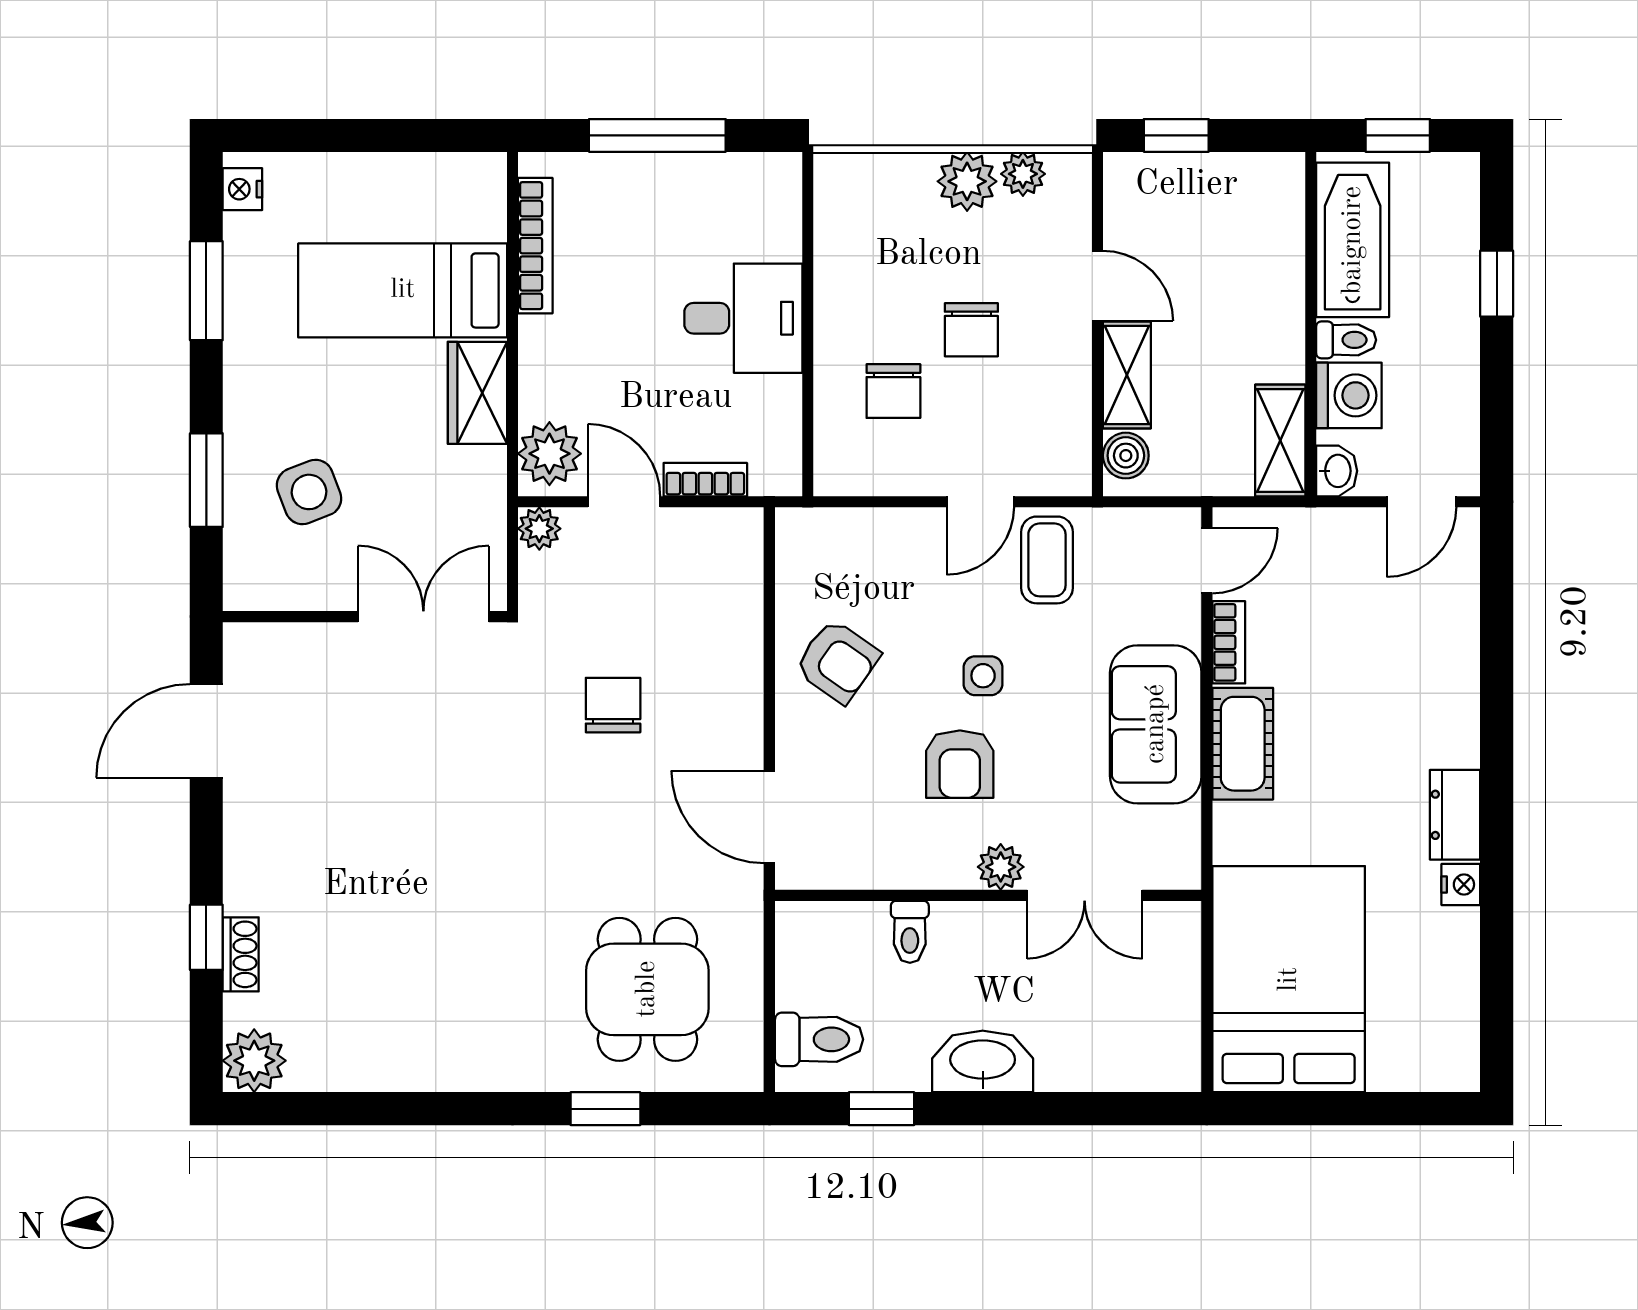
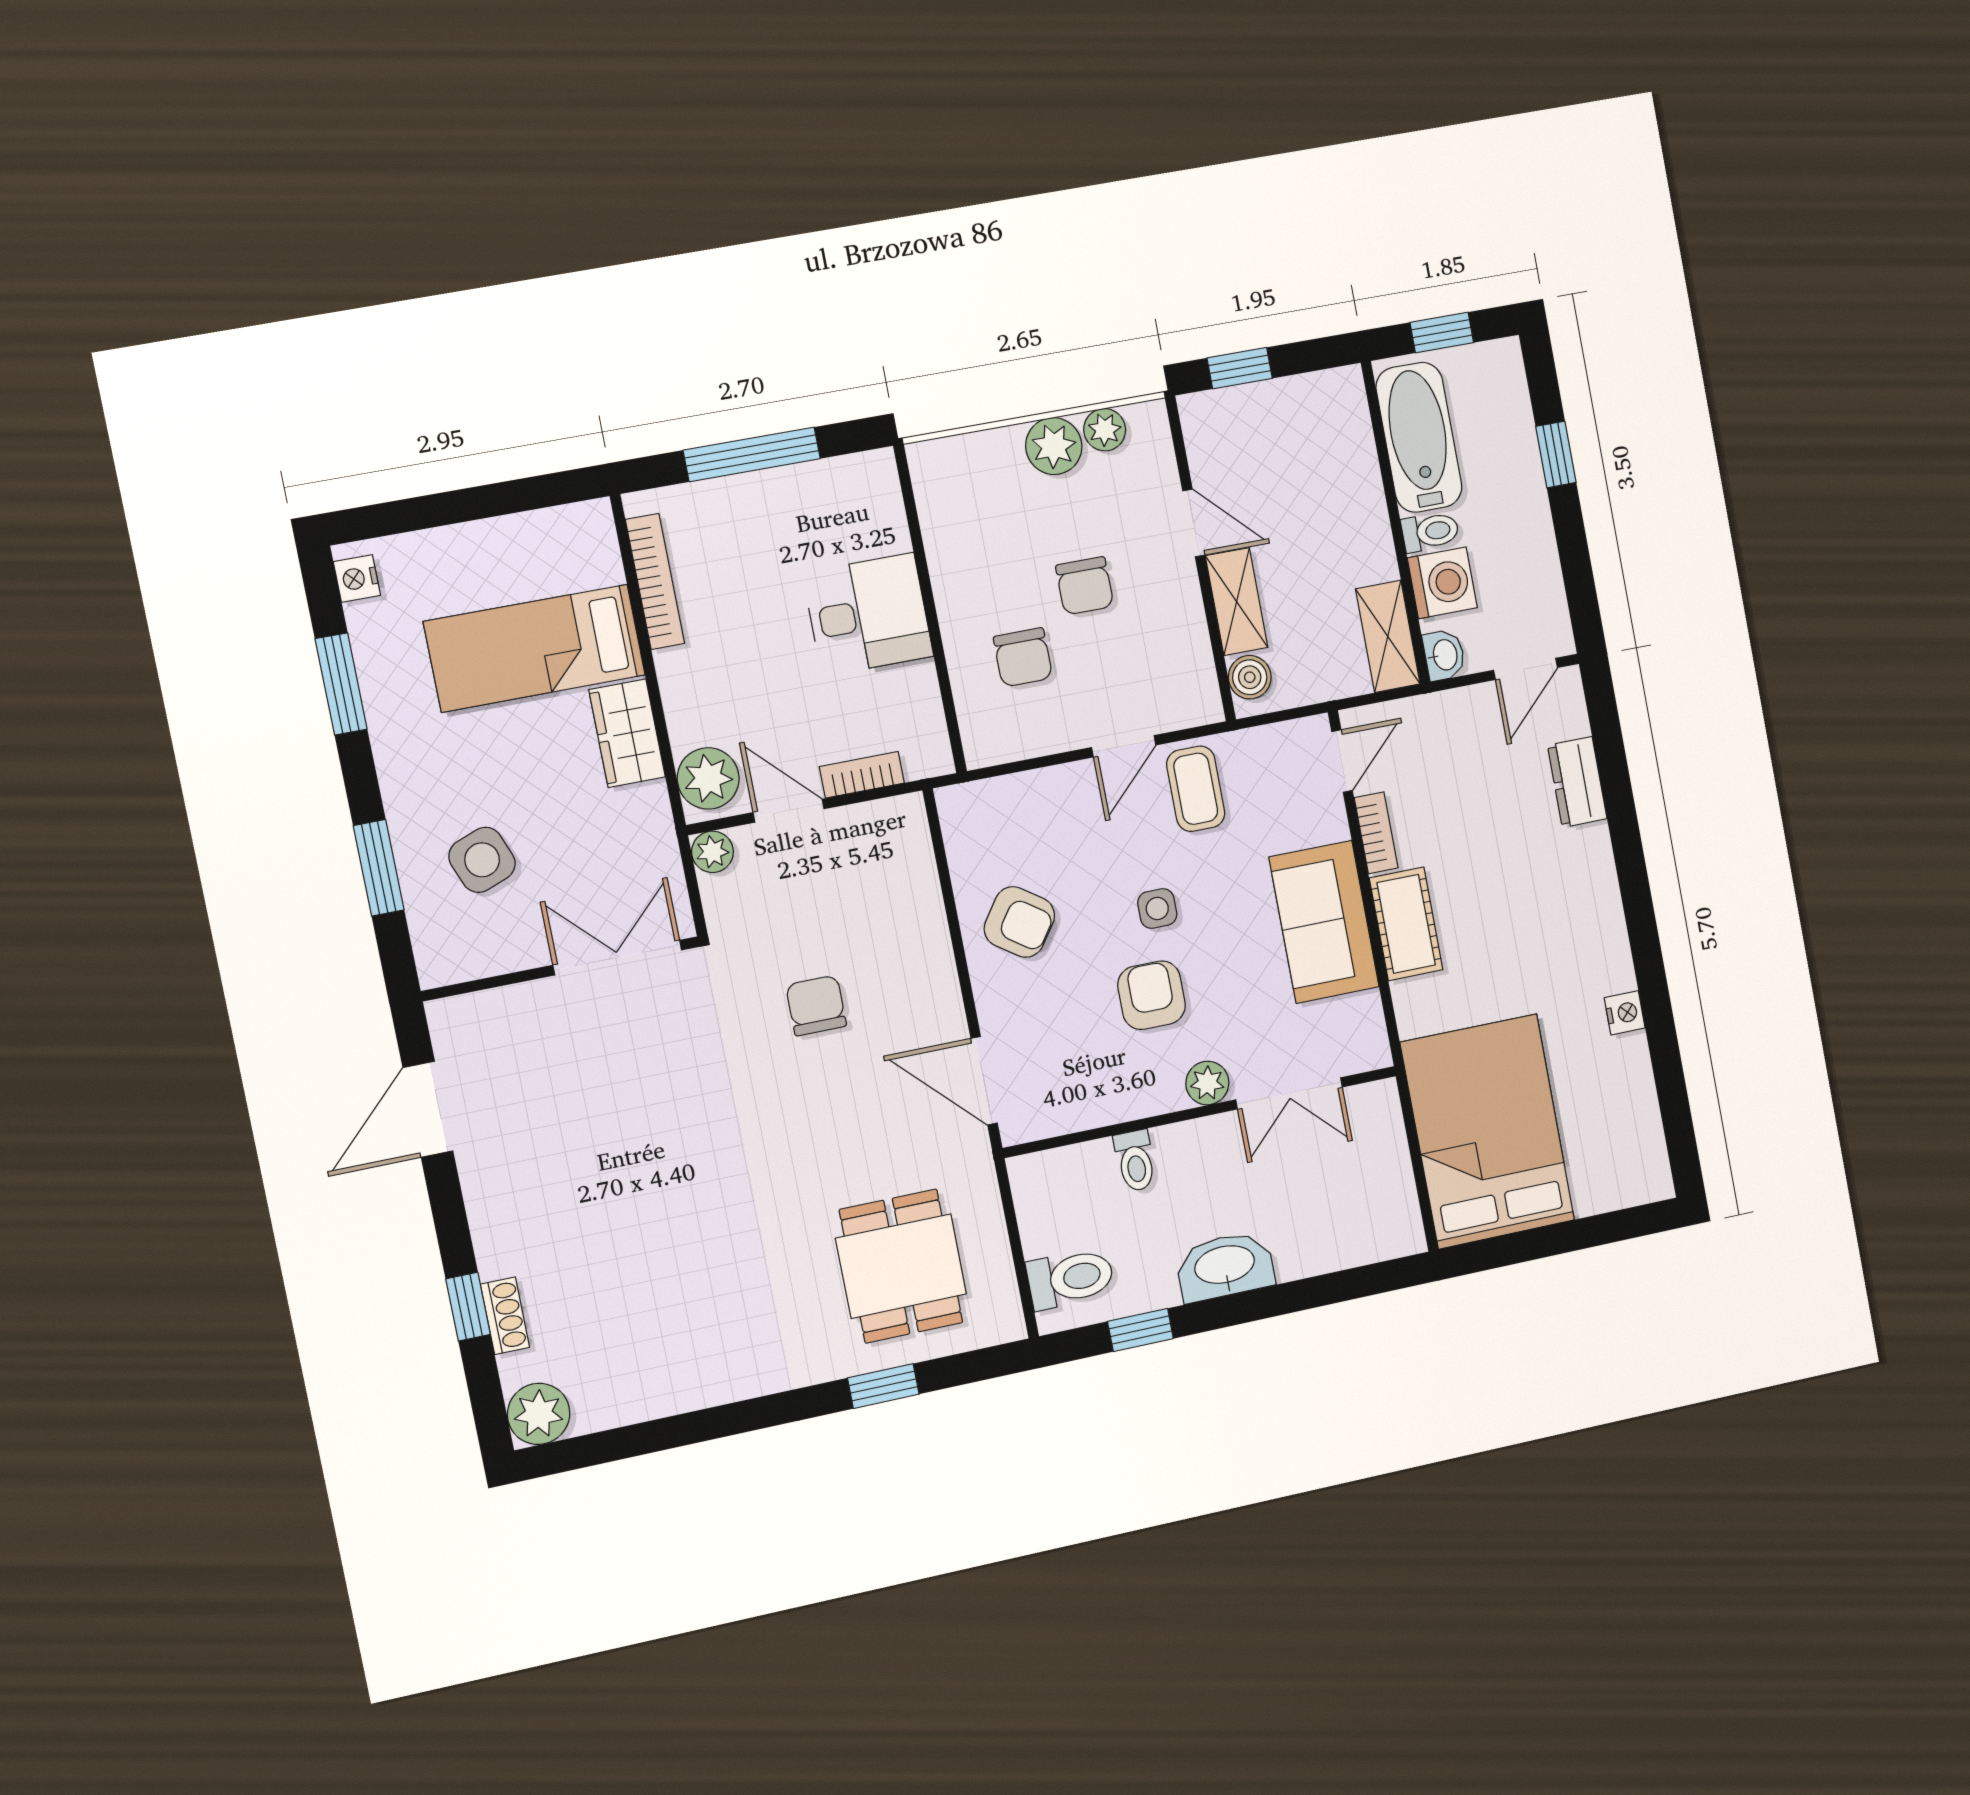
armchair: (960, 764) -> (1152, 995), turned 180
dresser: (1455, 815) -> (1577, 782), moved

